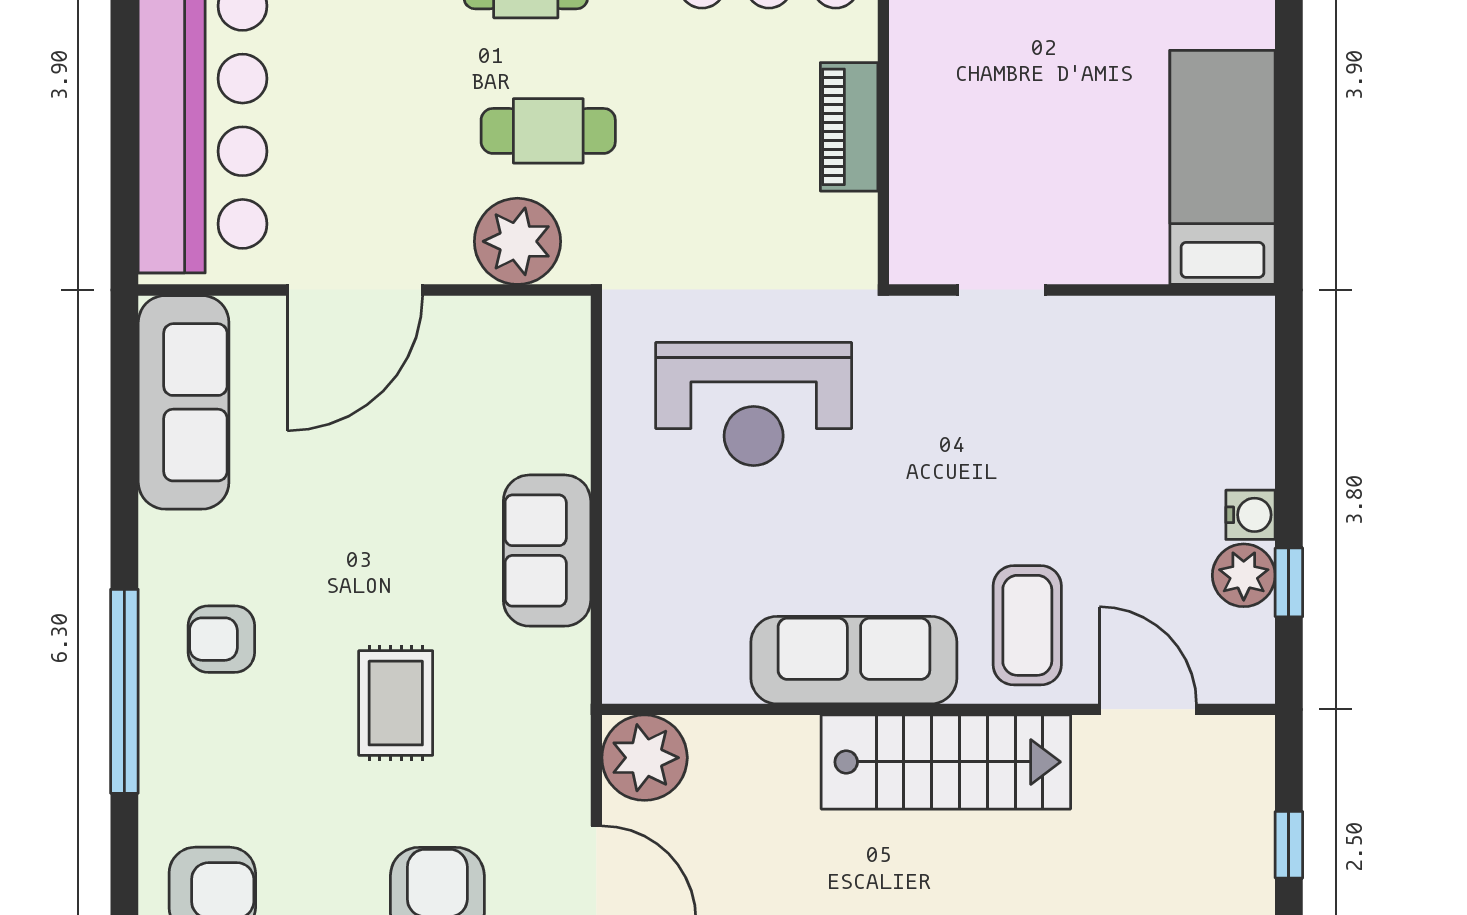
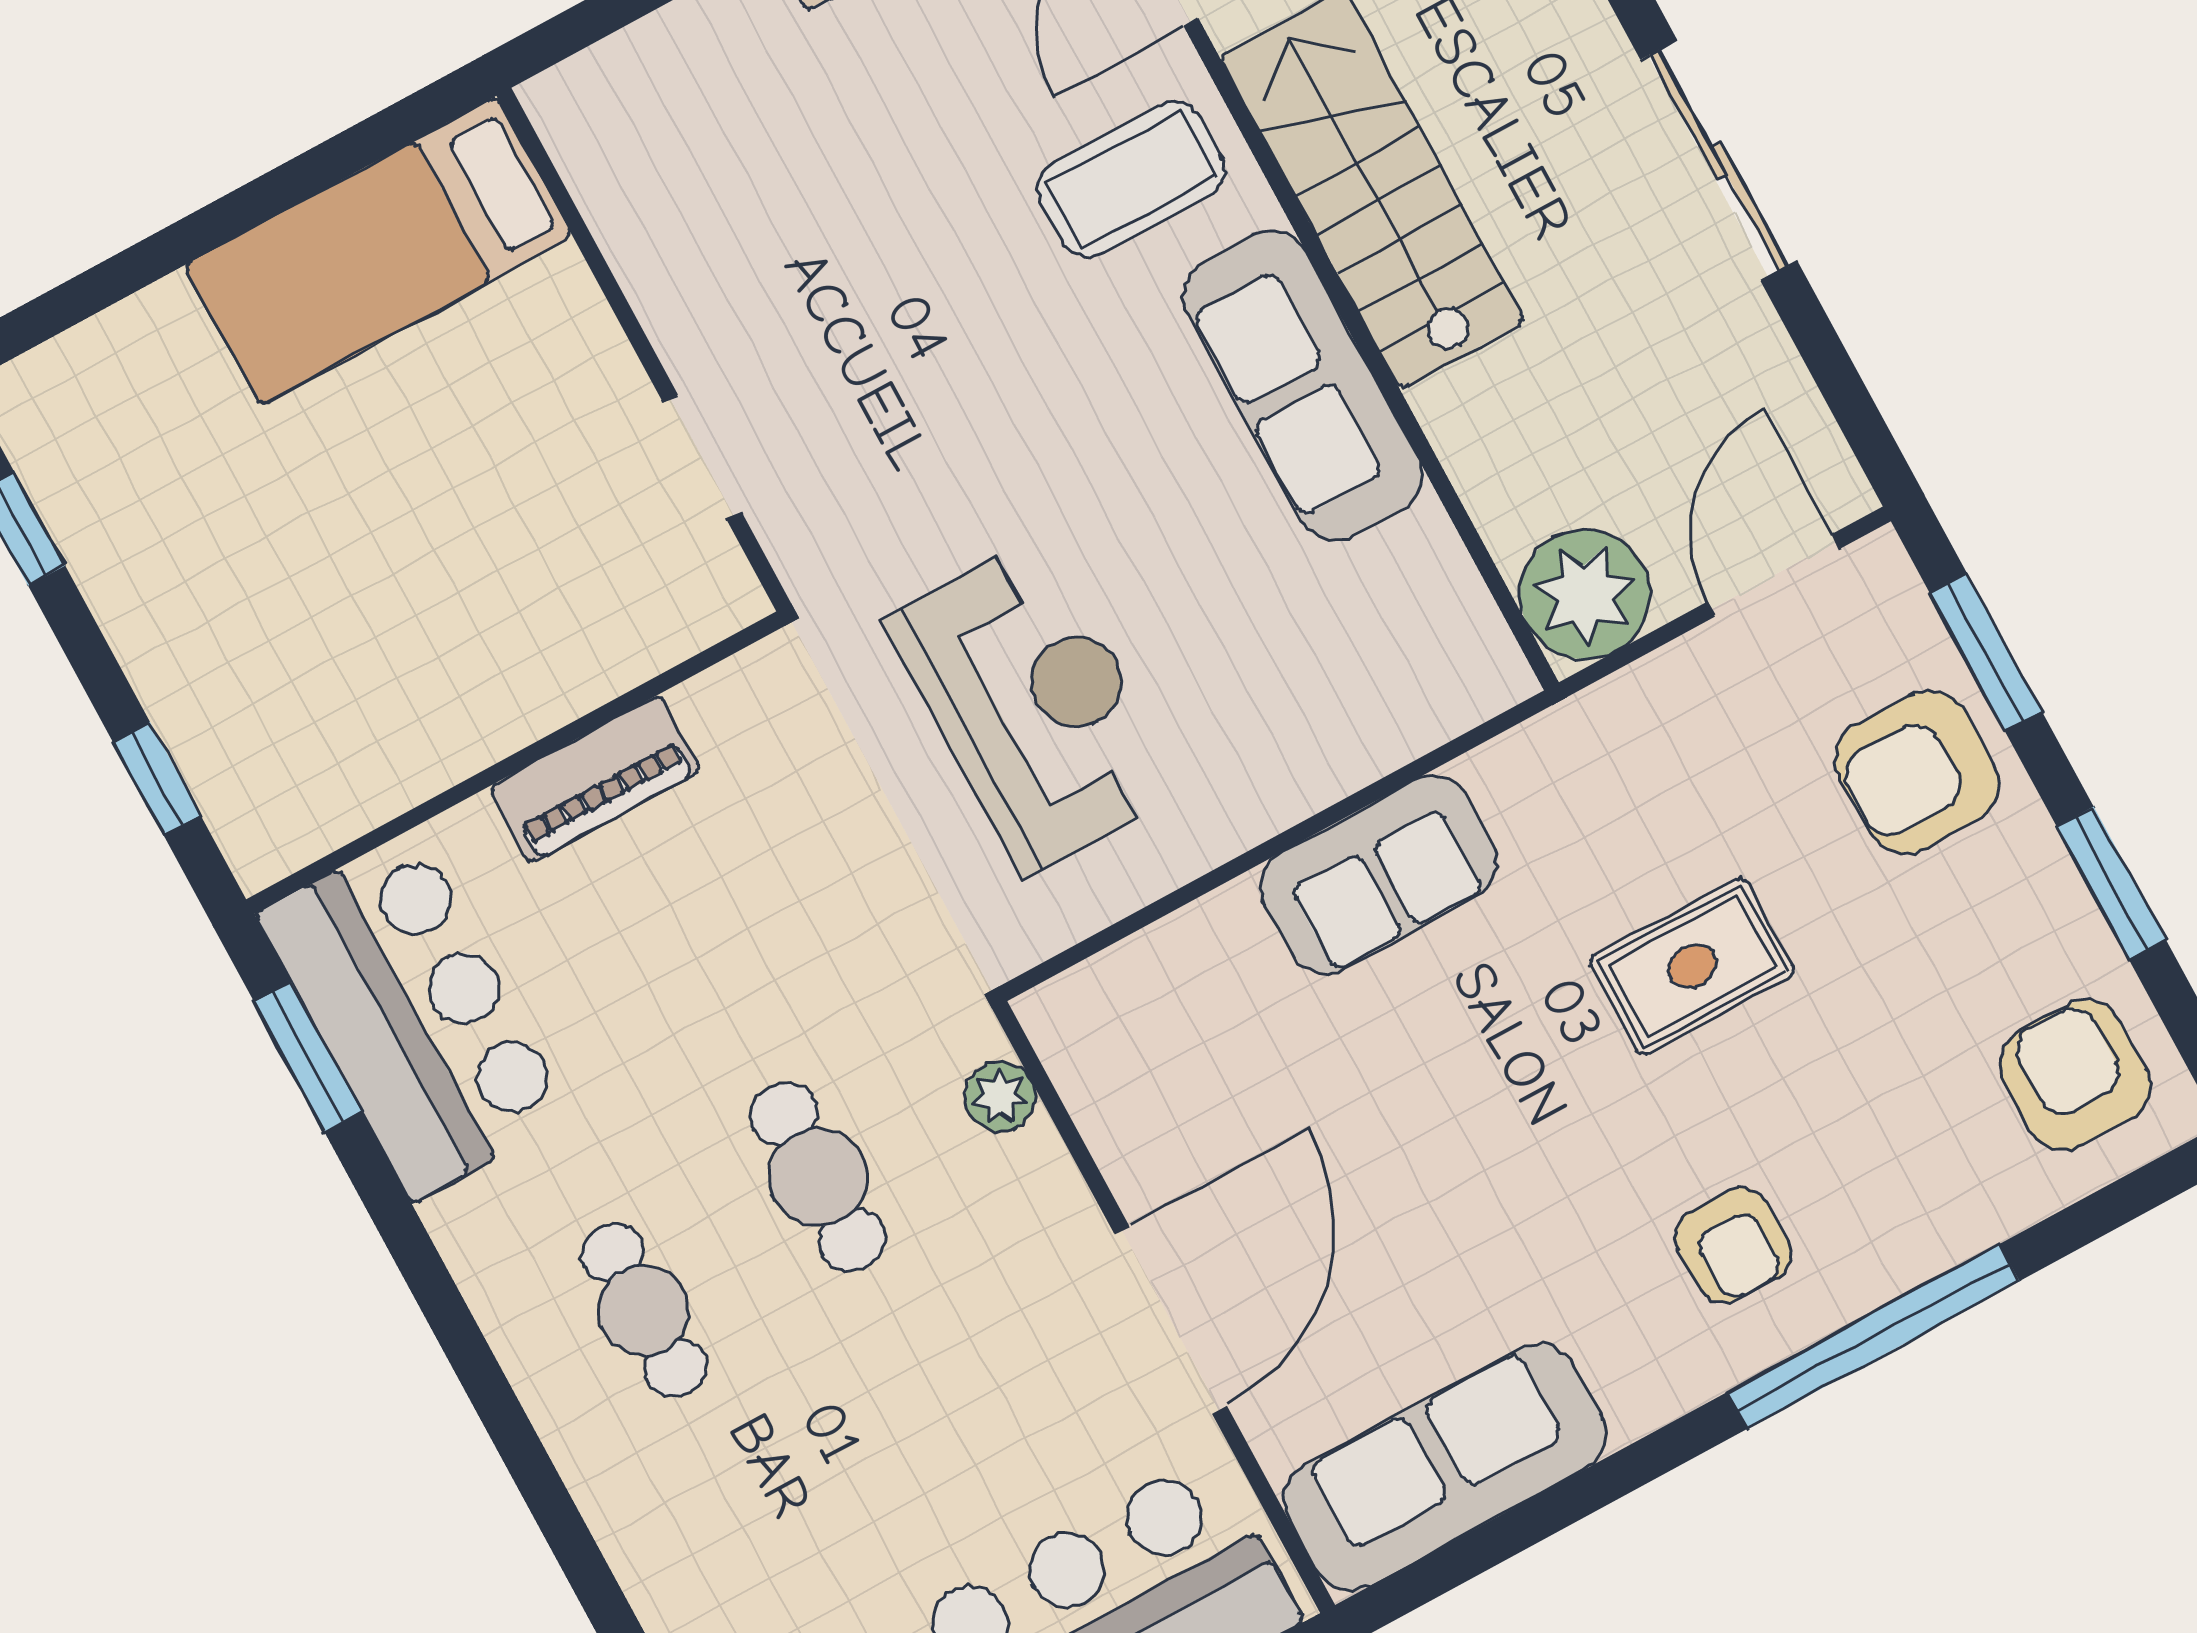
plant: (517, 241) -> (1000, 1097), width x0.53, depth x0.53
door: (355, 290) -> (1171, 1320), hinge flipped

